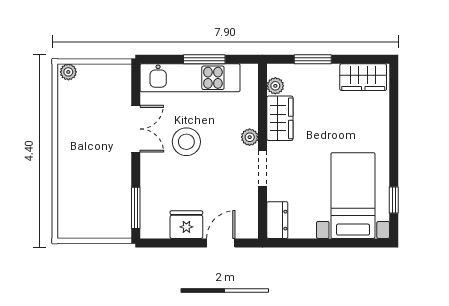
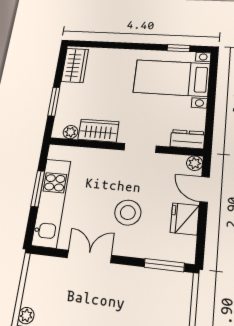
plant: (250, 137) -> (195, 163), moved
stool: (186, 142) -> (128, 213), moved

